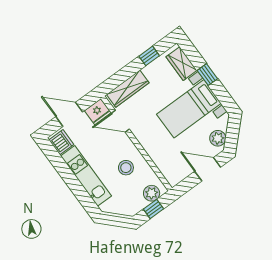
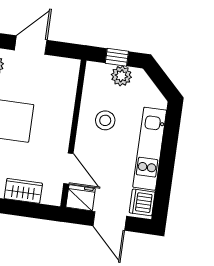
wardrobe: (128, 89) -> (23, 191), width x0.67
door: (208, 169) -> (31, 45), swing flipped
plant: (152, 193) -> (121, 76), moved

